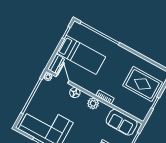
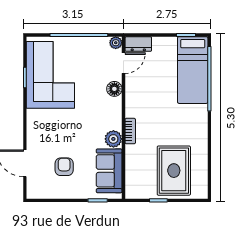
bed: (81, 55) -> (193, 70), moved
plant: (93, 103) -> (113, 139), moved

